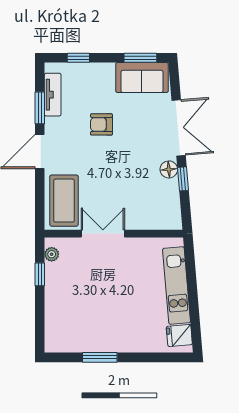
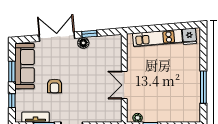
window: (140, 58) -> (12, 72), moved
sofa: (142, 77) -> (25, 66), width x1.36
coffee table: (64, 201) -> (103, 110), removed
window: (100, 357) -> (203, 87), width x1.44

